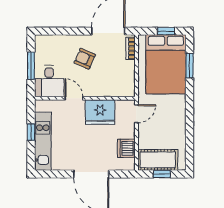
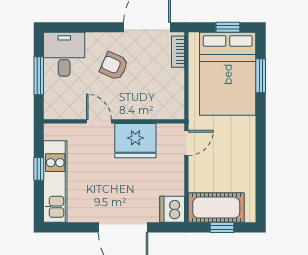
desk: (49, 81) -> (64, 54), moved, turned 180
dishwasher: (126, 148) -> (172, 209), moved

